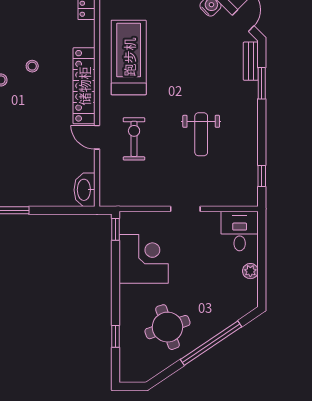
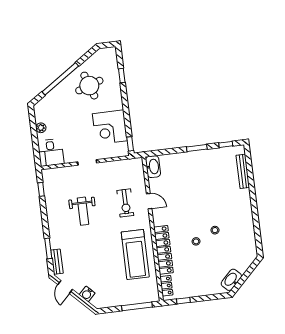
locker: (84, 86) -> (164, 250), moved
weight bench: (201, 134) -> (83, 211), turned 180

